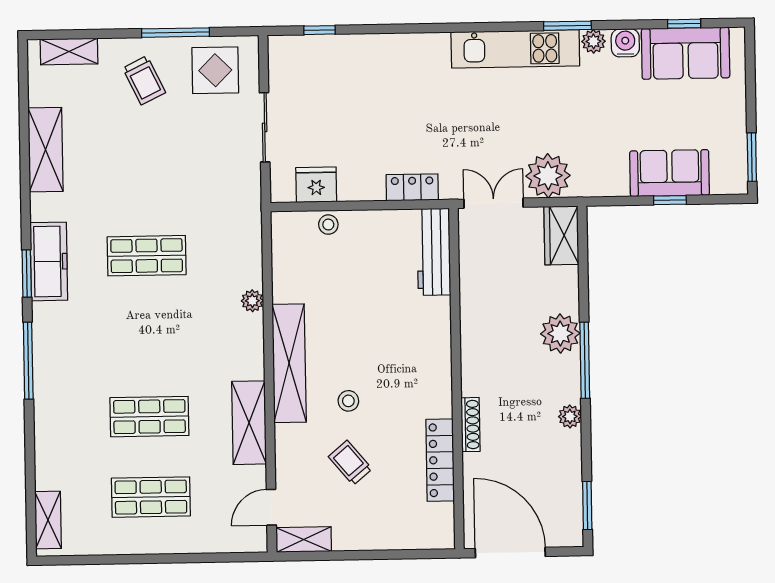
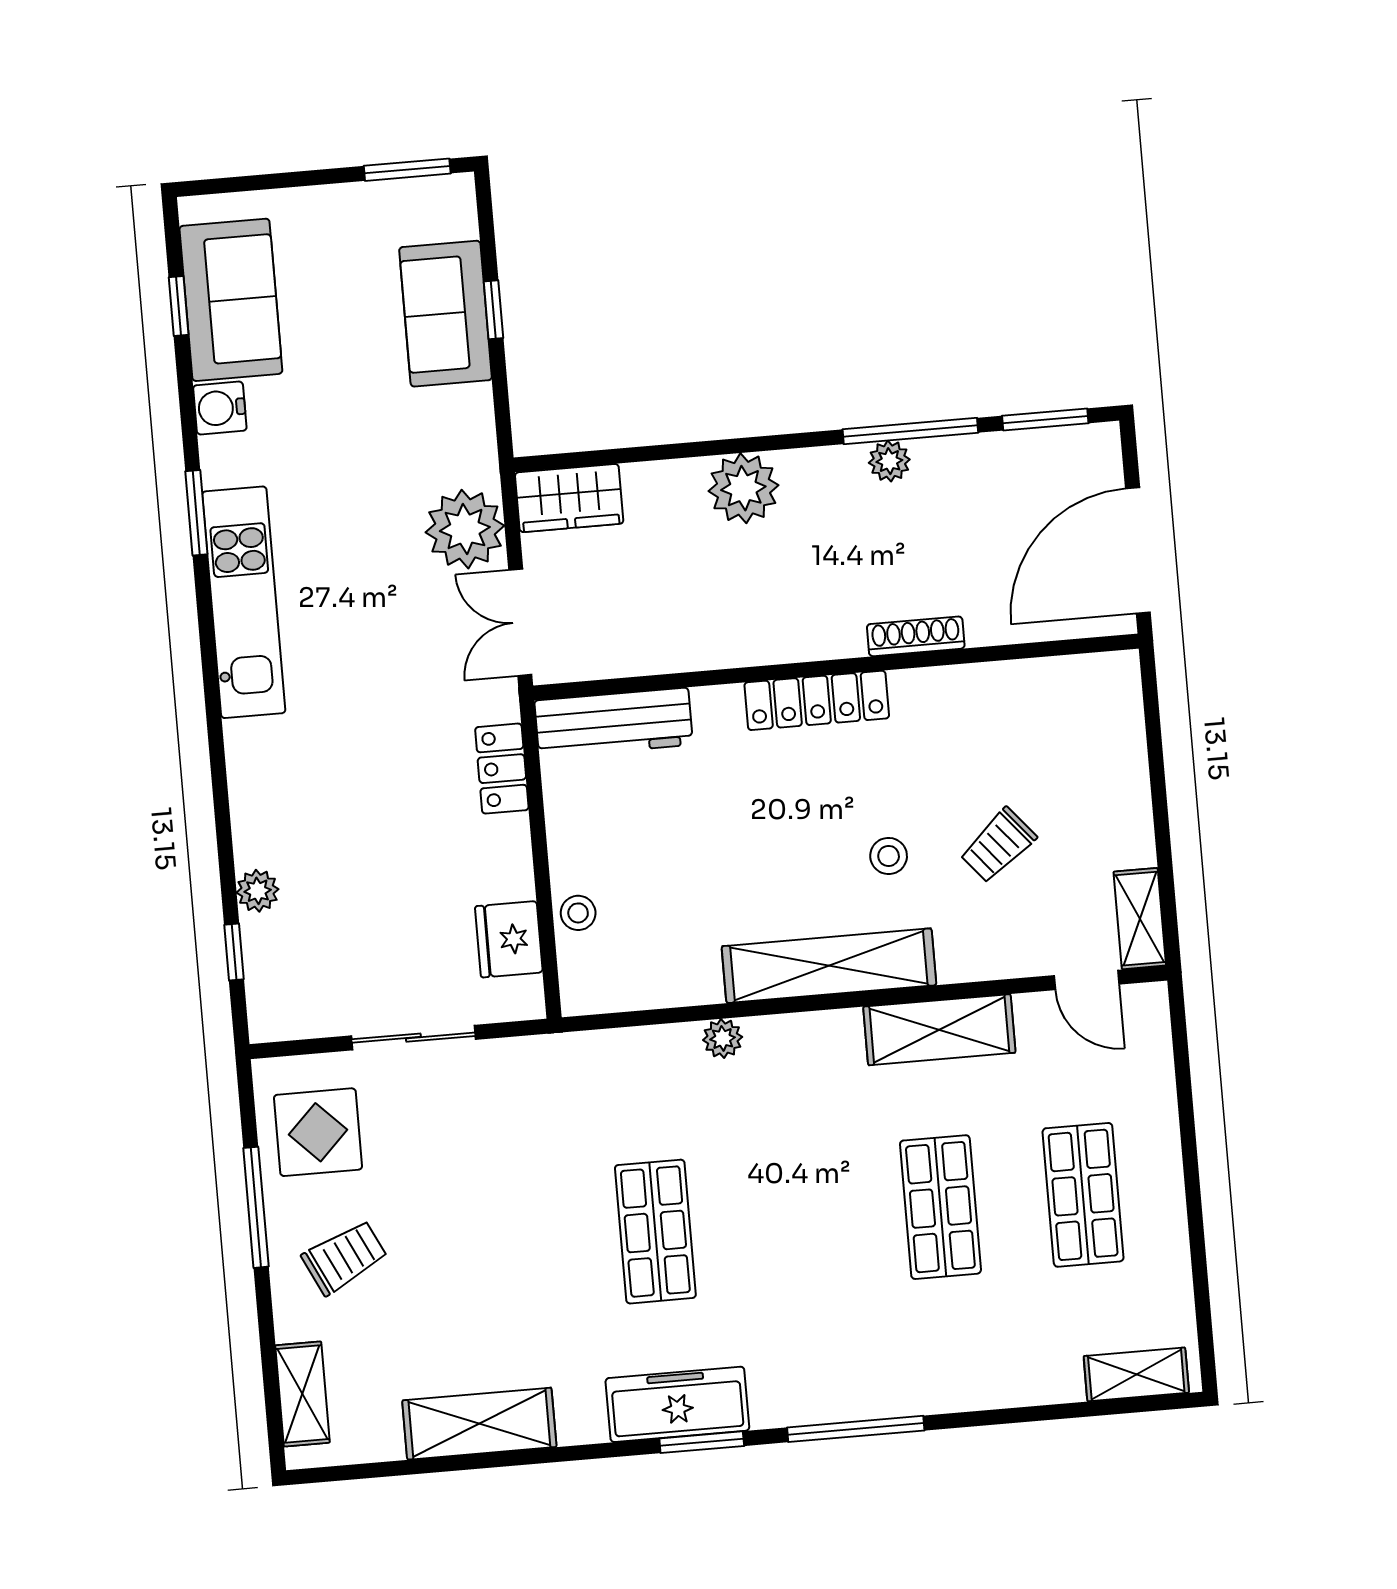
plant: (593, 41) -> (258, 891), moved
window: (585, 360) -> (910, 431), moved
locker: (440, 460) -> (817, 700), moved

